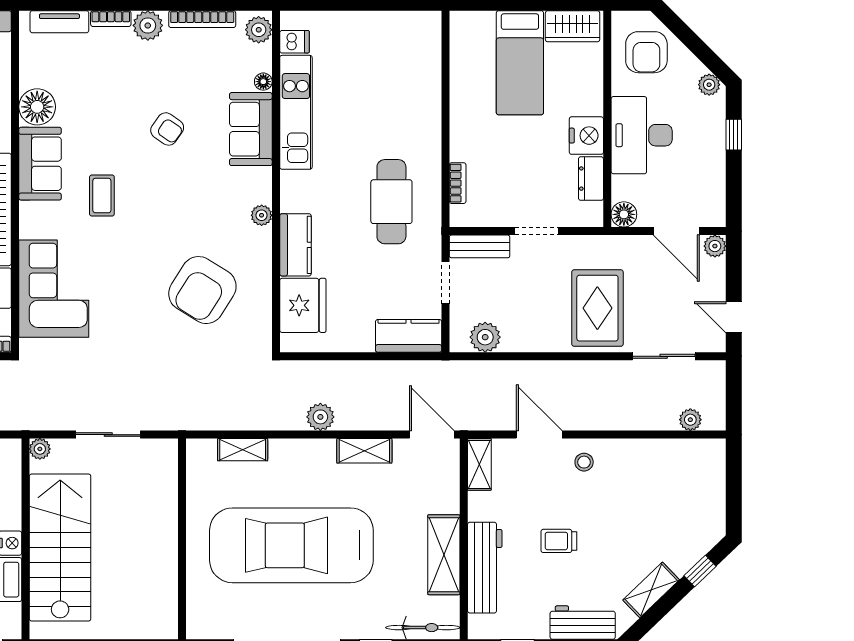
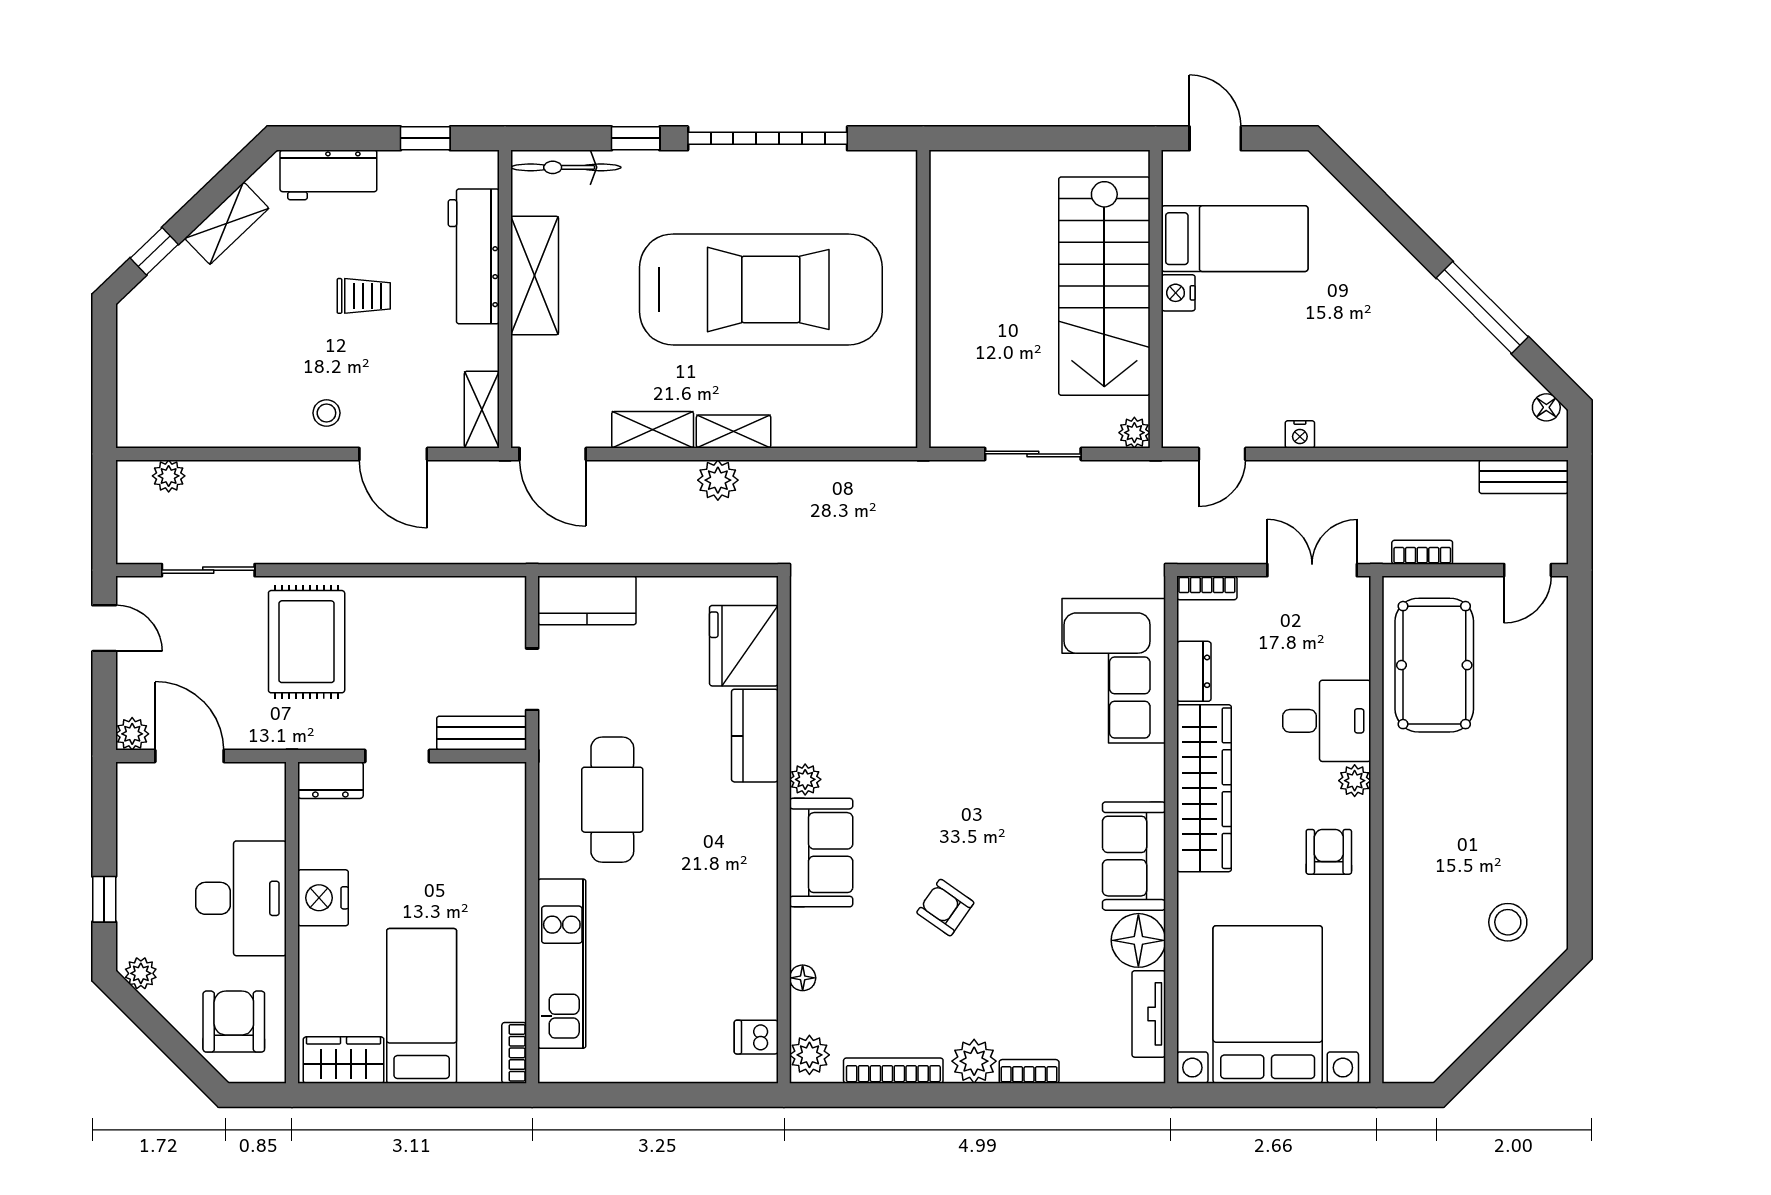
tv unit: (59, 22) -> (1149, 1014), moved, turned -90
kitchen unit: (296, 112) -> (562, 964), moved, turned 180
sofa: (251, 129) -> (821, 853), moved
dresser: (591, 179) -> (330, 780), moved, turned 90
bookcase: (458, 183) -> (514, 1053), moved
coffee table: (102, 196) -> (1042, 809), removed
floor lamp: (624, 214) -> (267, 781), removed
armchair: (202, 290) -> (893, 668), removed
plant: (485, 337) -> (473, 598), removed
shelving: (243, 450) -> (734, 431), moved

